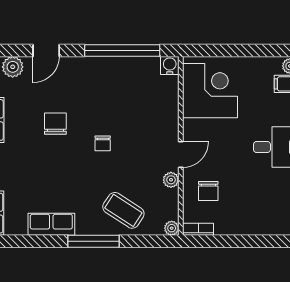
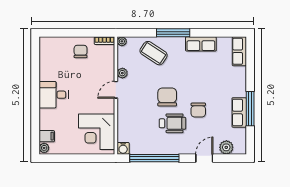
wheelchair: (95, 103) -> (172, 123), added
chair: (103, 143) -> (167, 97), width x1.87, depth x1.87
chair: (208, 191) -> (81, 51), moved

